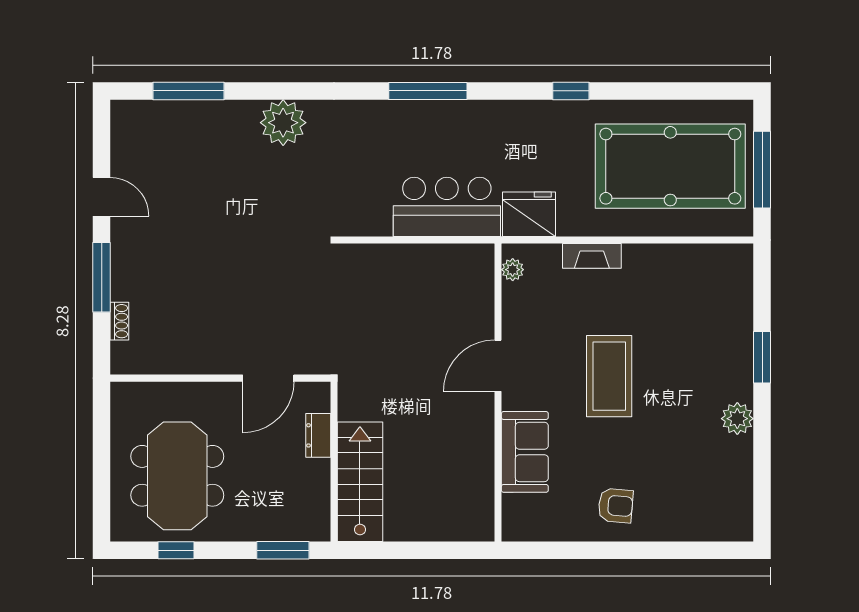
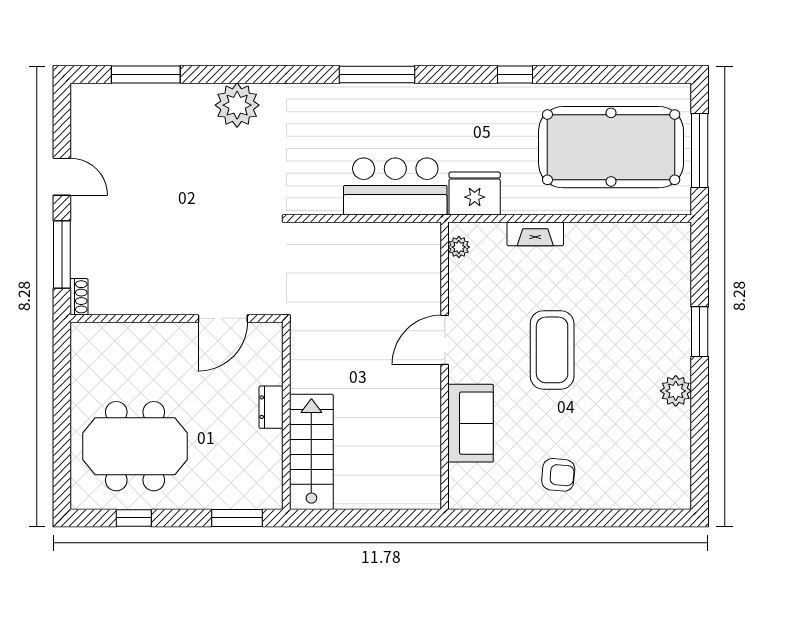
wall: (220, 378) -> (177, 318), moved
door: (268, 378) -> (223, 318), moved
meeting table: (177, 476) -> (135, 446), turned 90

